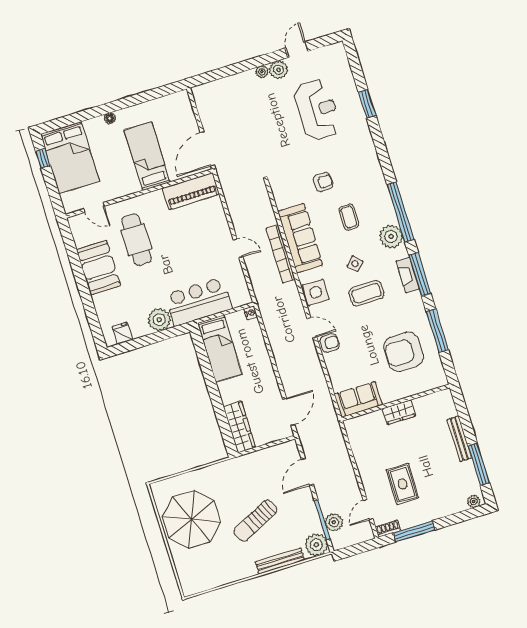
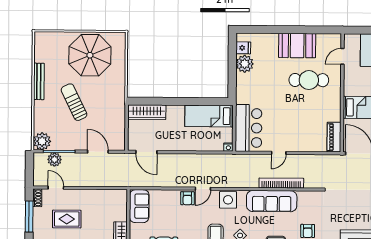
piano: (191, 191) -> (334, 137), width x0.73, depth x0.75
bookcase: (281, 254) -> (281, 183), moved
bar counter: (199, 302) -> (248, 128), moved
plant: (159, 320) -> (245, 64), moved
bench: (280, 561) -> (39, 81), moved

